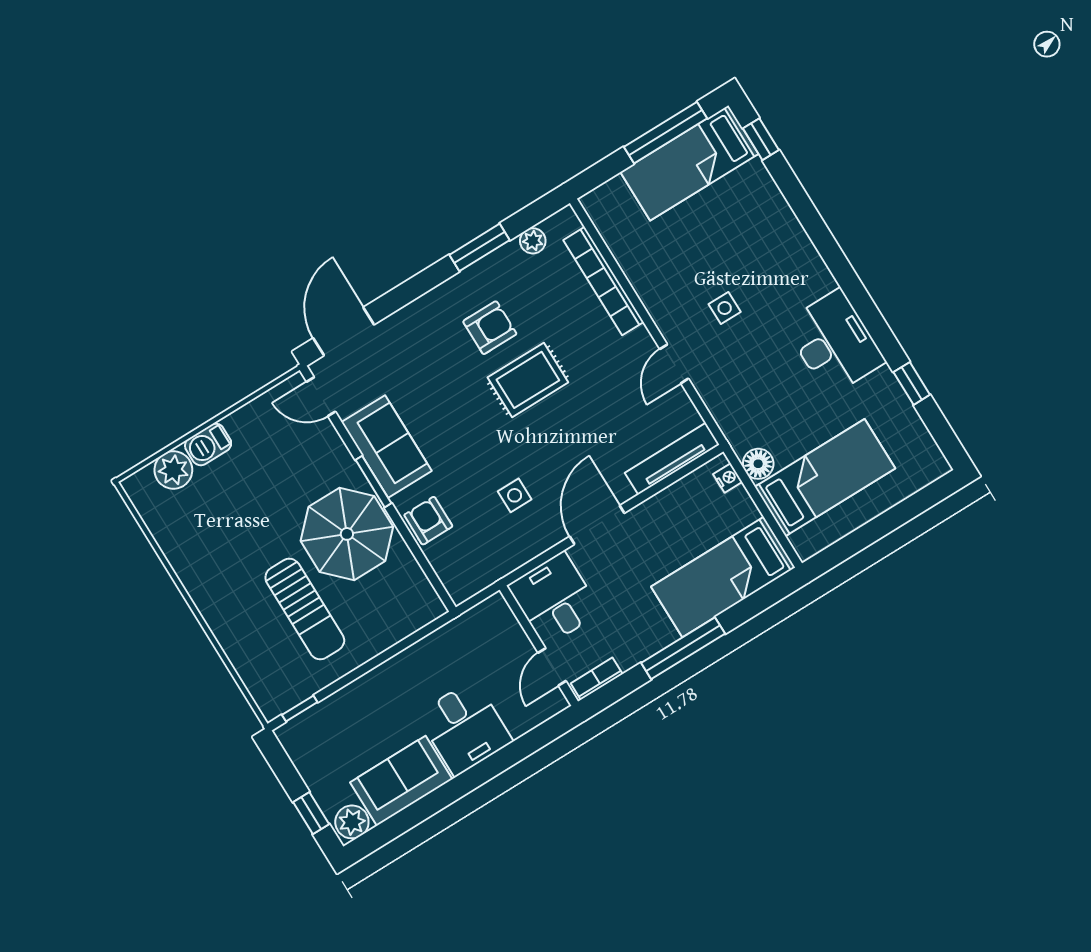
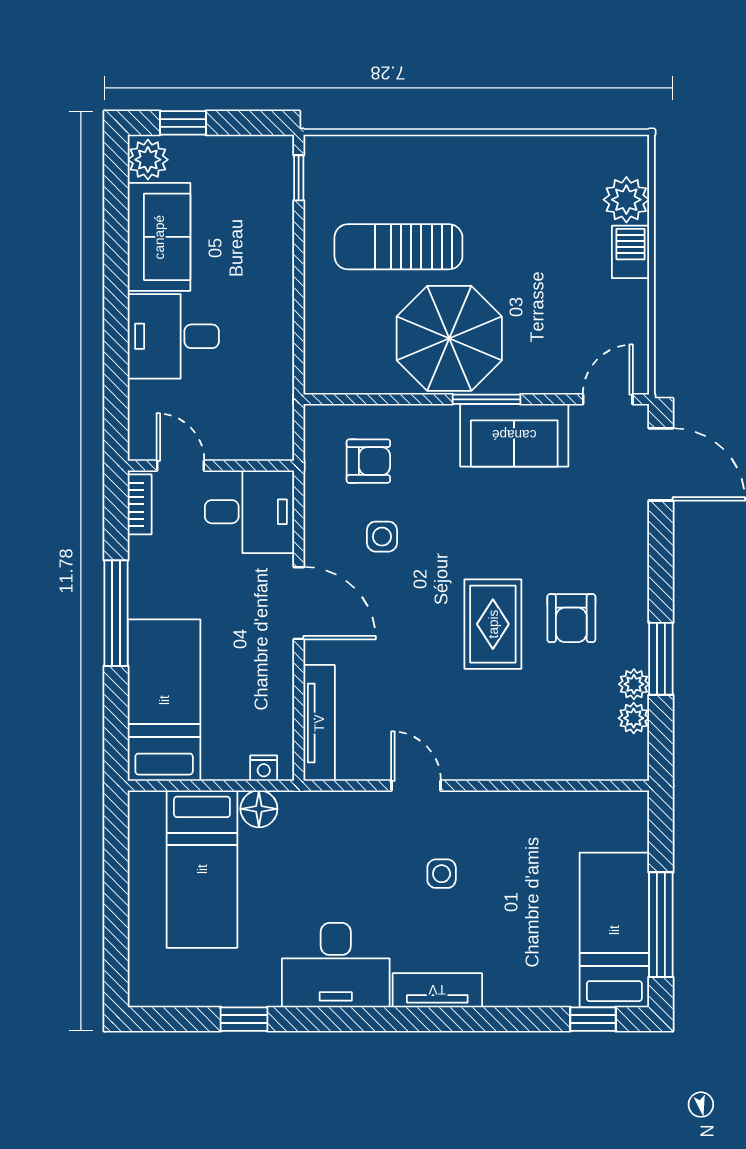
plant: (509, 255) -> (634, 684), added
tv unit: (808, 261) -> (437, 990), added
bookcase: (603, 281) -> (547, 766), removed
armchair: (428, 521) -> (368, 461), moved

